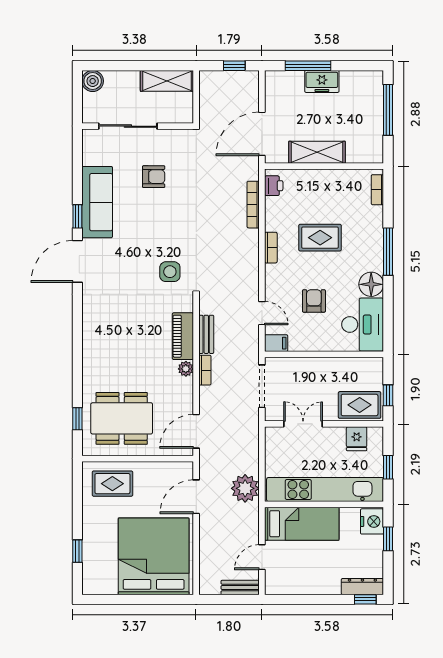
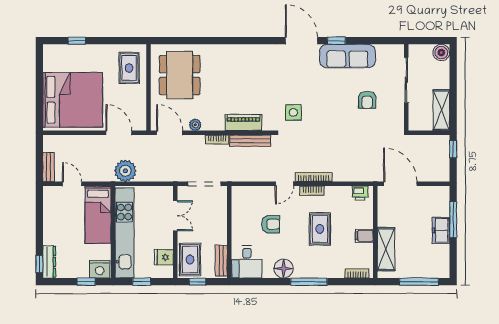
window: (234, 66) -> (453, 149), moved
shelving: (317, 152) -> (386, 249), moved
bookcase: (253, 205) -> (314, 177), moved
door: (262, 313) -> (284, 184), moved
desk: (363, 325) -> (247, 262), width x0.73
bench: (206, 334) -> (250, 141), width x1.36
filing cabinet: (276, 343) -> (364, 236), moved, turned 90
bench: (361, 365) -> (221, 261), added
plant: (186, 369) -> (195, 125), moved
window: (77, 419) -> (179, 41), removed

